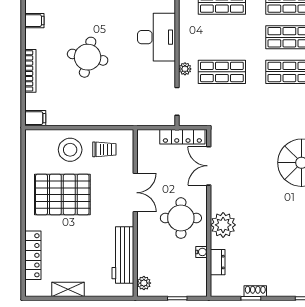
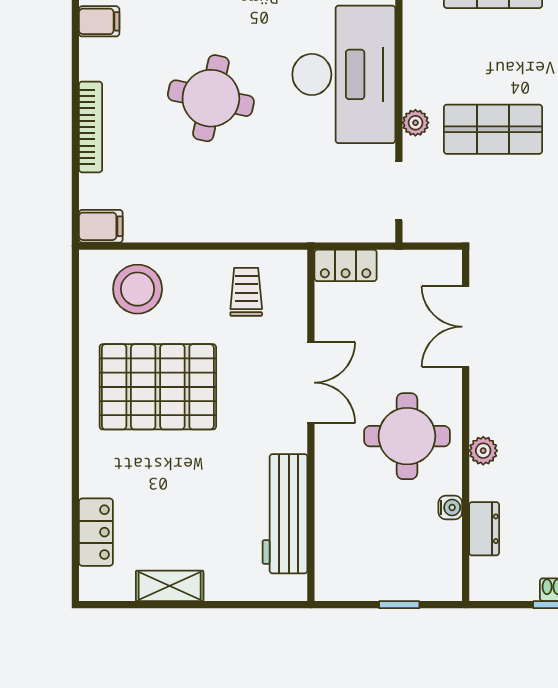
desk: (156, 37) -> (344, 74), width x1.36, depth x1.30
locker: (182, 137) -> (346, 265), moved, width x0.66
trolley: (104, 149) -> (246, 292), turned -90
stool: (70, 150) -> (138, 289), moved
plant: (223, 225) -> (483, 451), width x0.53, depth x0.53
locker: (33, 255) -> (96, 532), width x0.66
plant: (144, 283) -> (329, 573), removed

